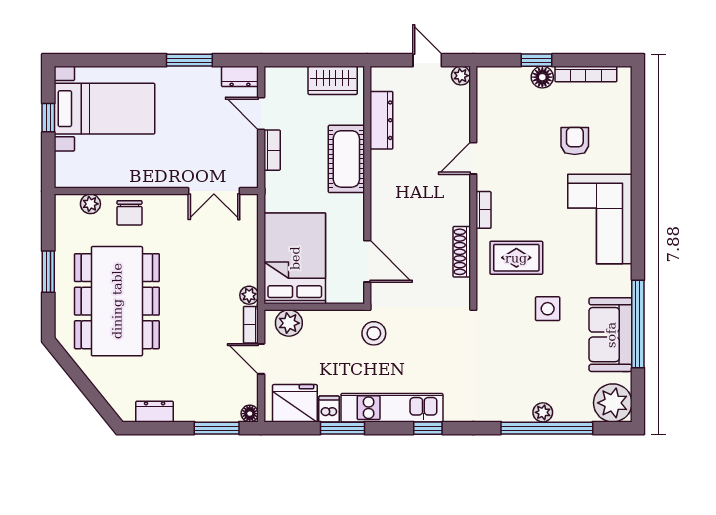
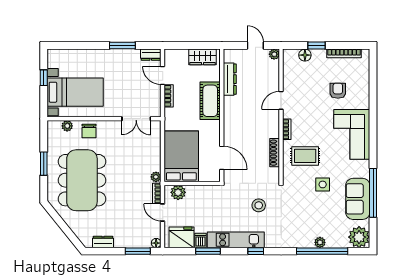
floor lamp: (542, 77) -> (305, 55), moved
bed with nightstands: (105, 109) -> (75, 92), moved
stool: (374, 333) -> (259, 205), moved

